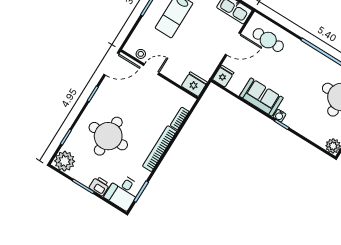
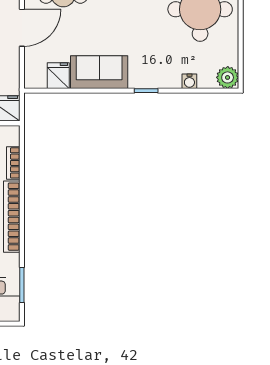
fridge: (223, 76) -> (58, 76), moved
water cooler: (279, 116) -> (189, 81), moved

